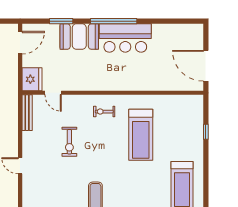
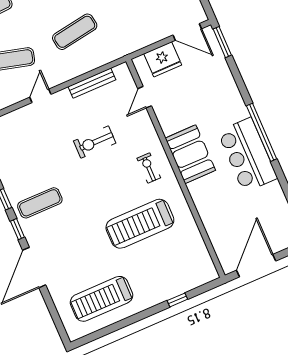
window: (61, 21) -> (222, 42), moved
booth: (79, 37) -> (190, 154), moved
fridge: (32, 79) -> (163, 59), moved
bench: (27, 113) -> (92, 83), moved

